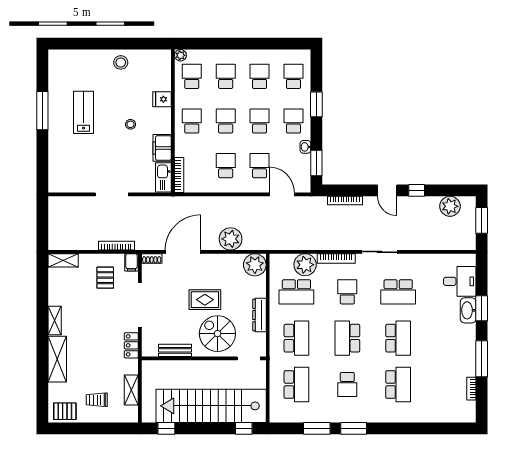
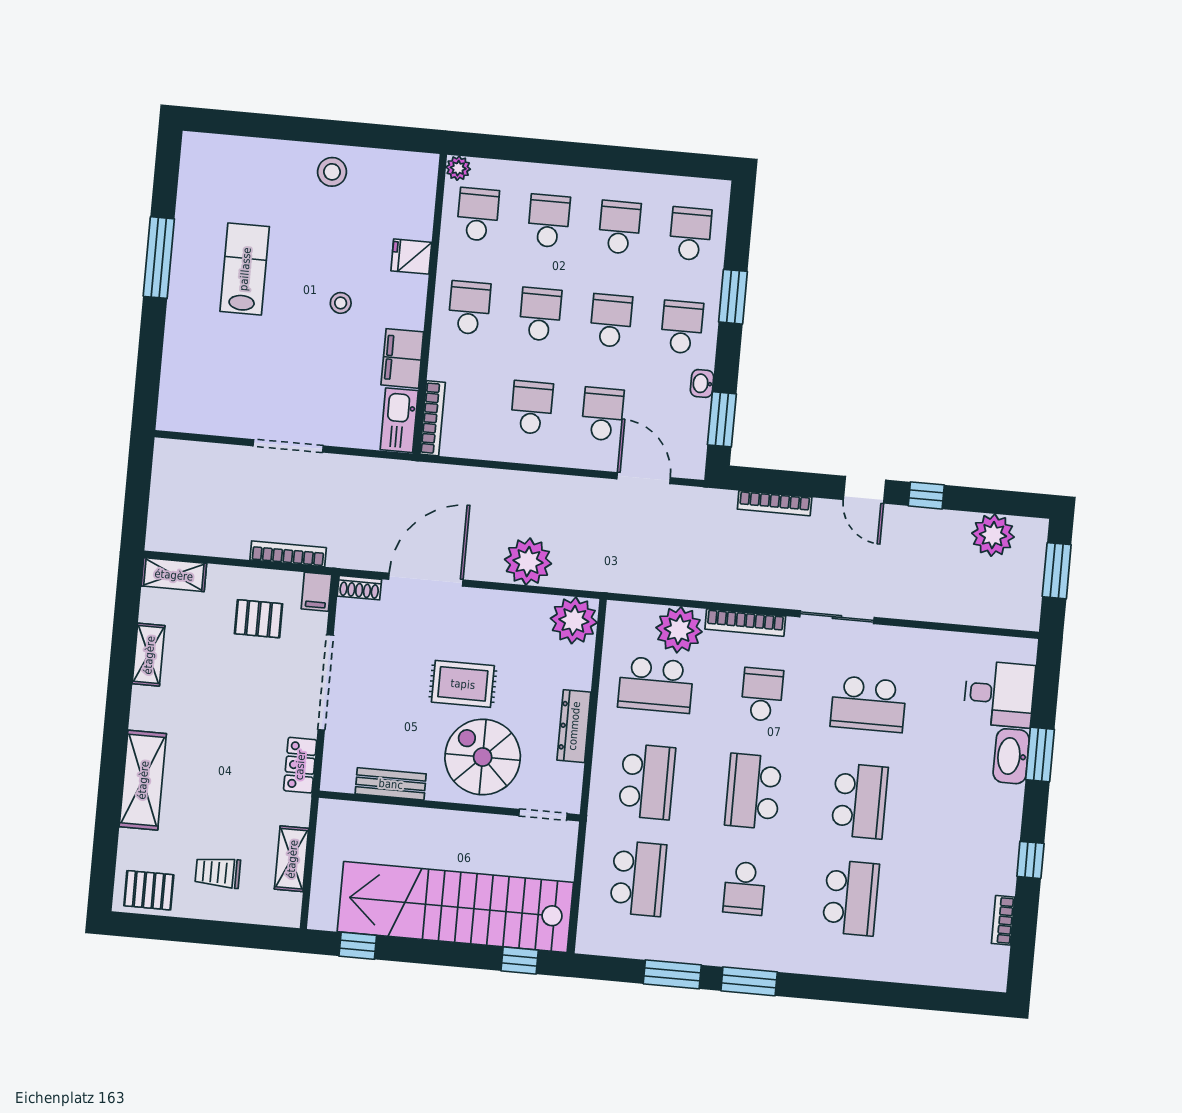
pallet: (105, 278) -> (258, 619), turned 90
shelving: (55, 321) -> (149, 655), moved
window: (482, 359) -> (1030, 860), width x0.46

